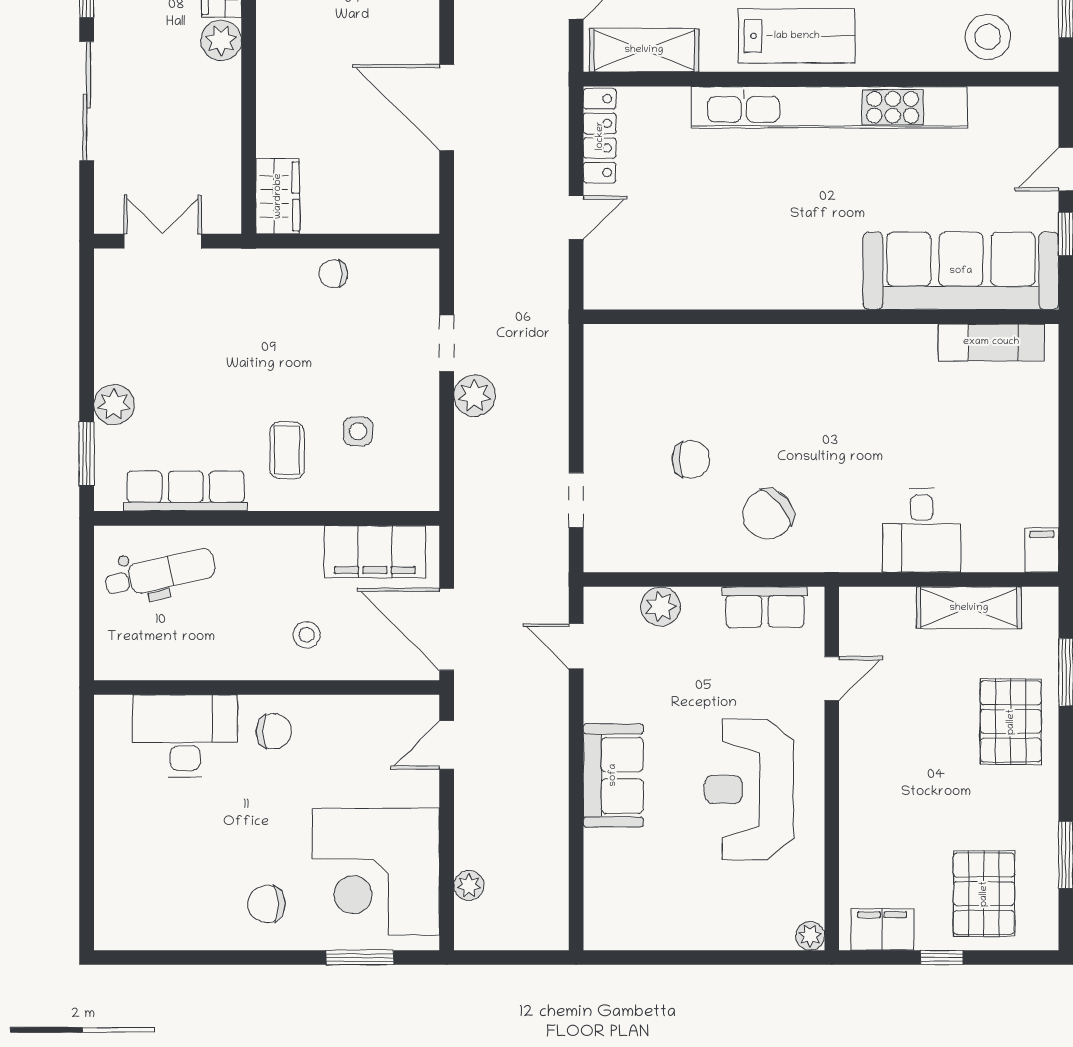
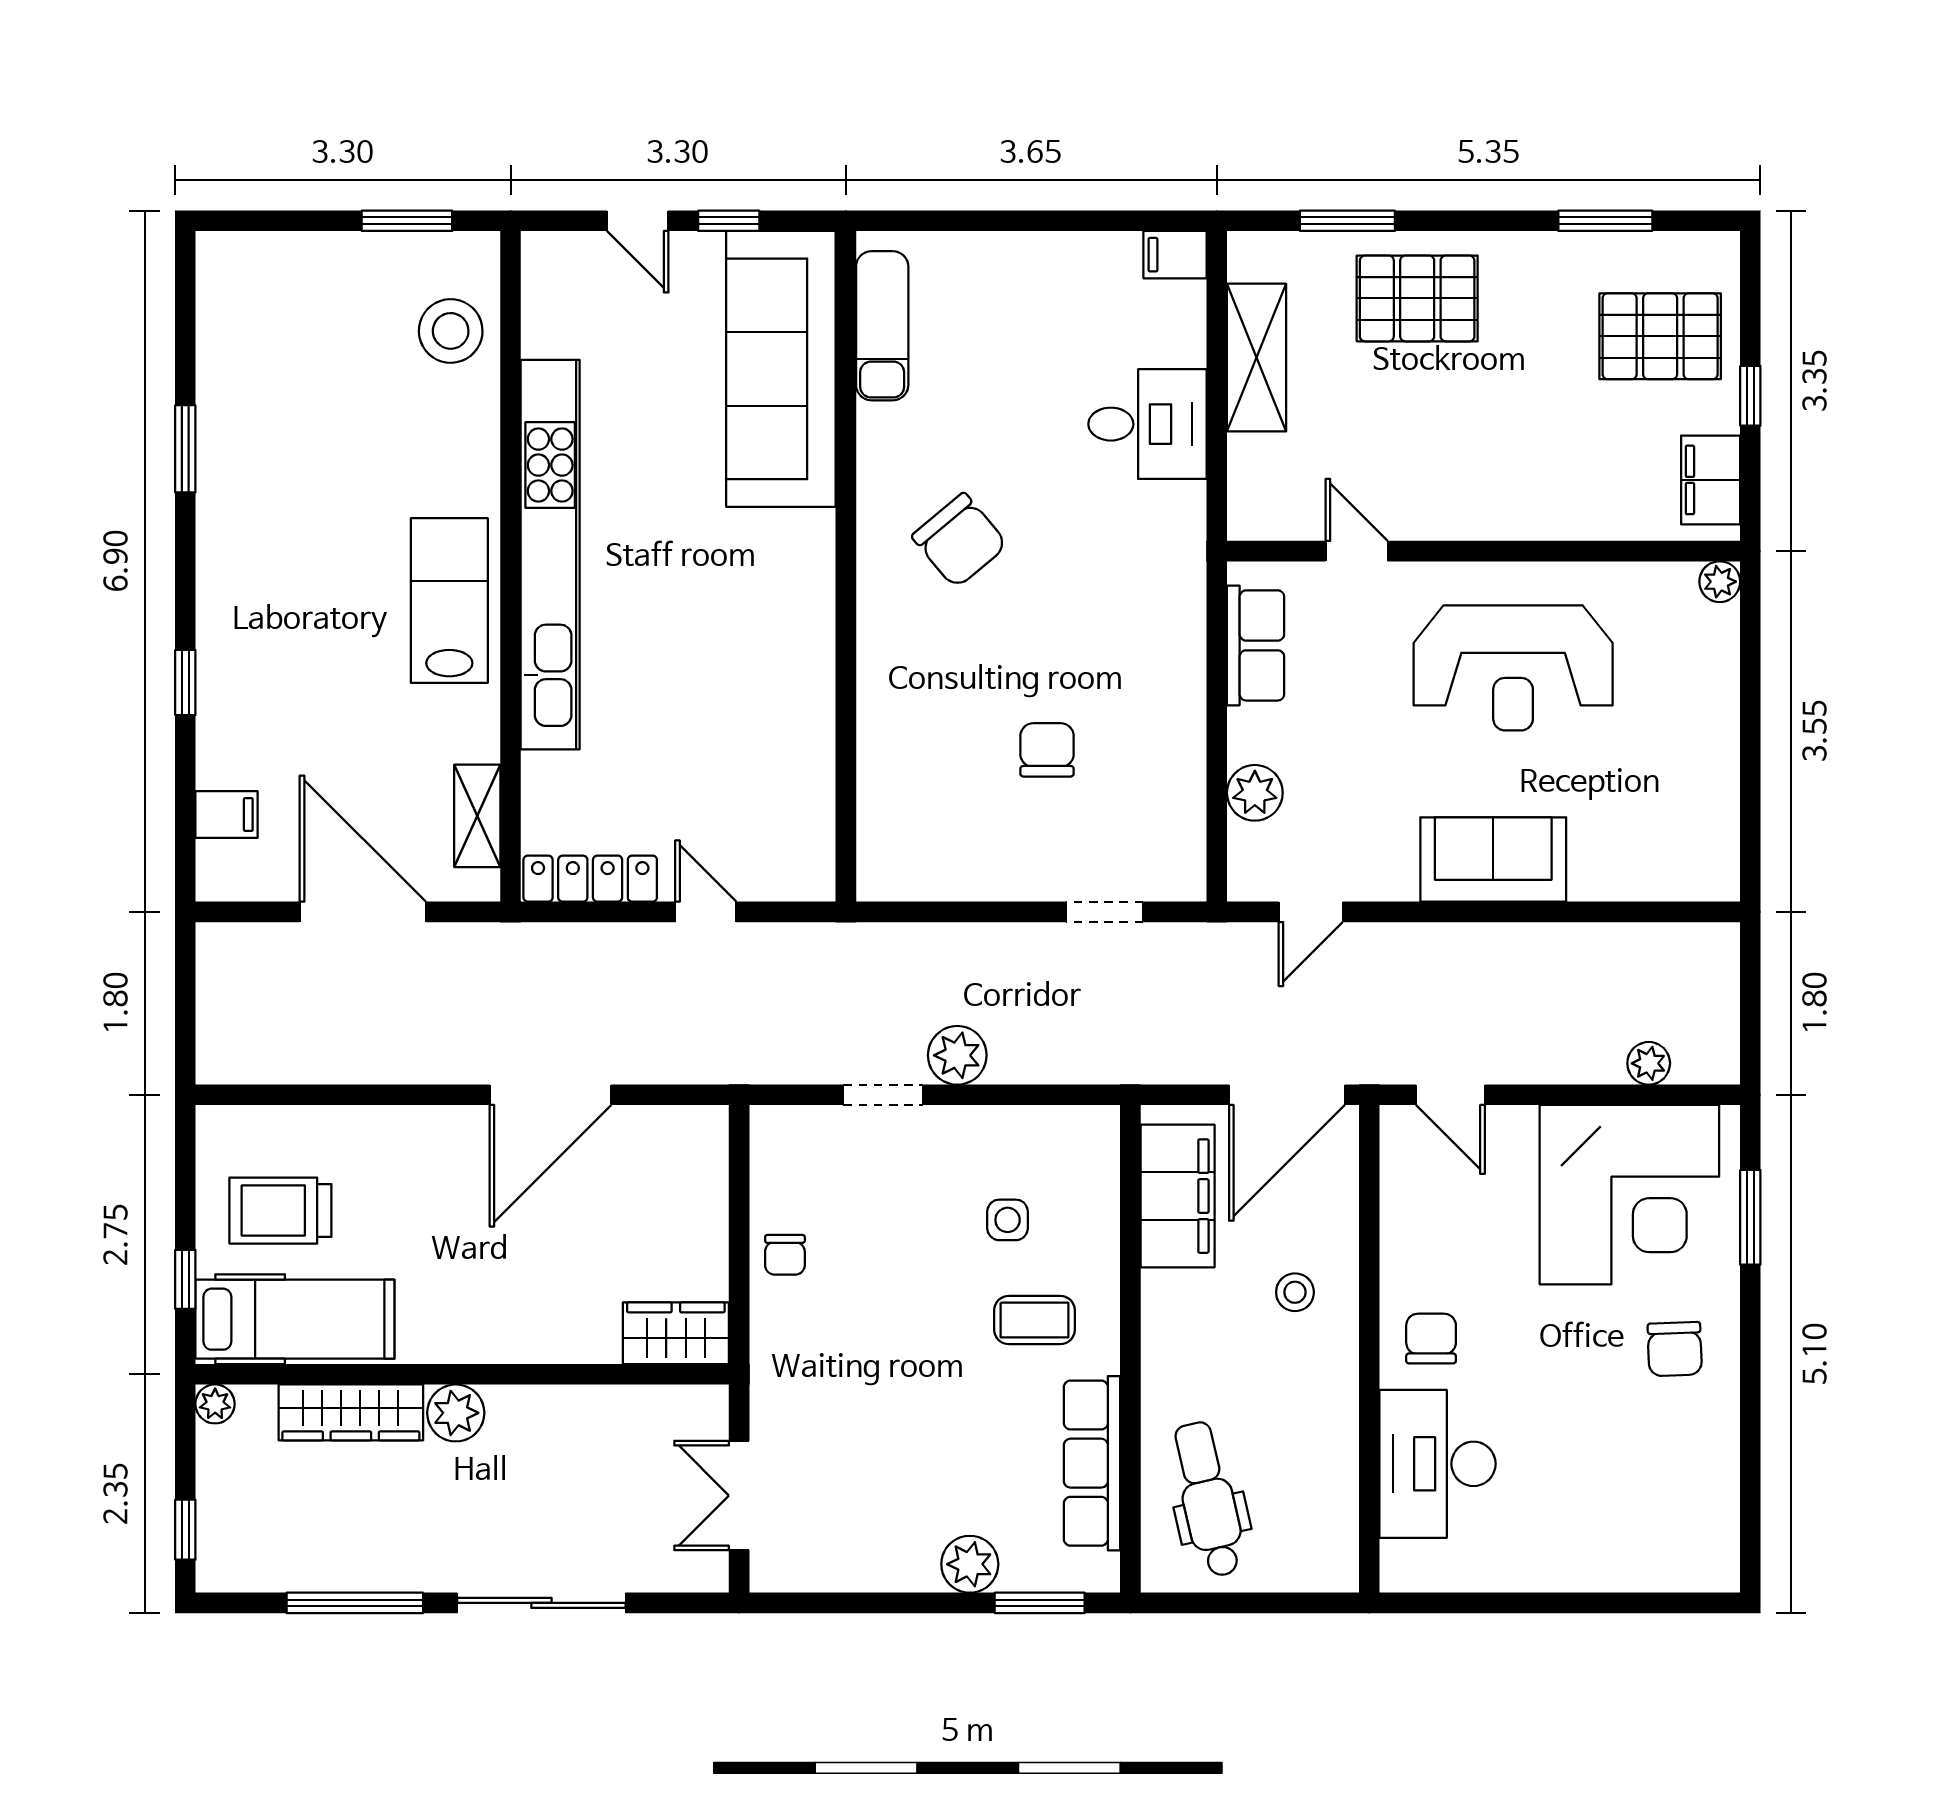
shelving: (644, 50) -> (477, 816), width x0.67, depth x0.75
chair: (768, 514) -> (960, 540), moved

